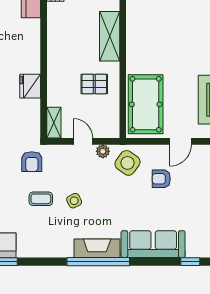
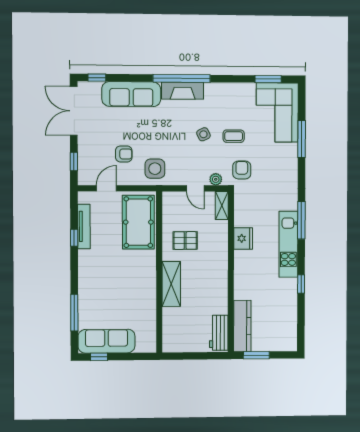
plant: (103, 151) -> (216, 179), moved
side table: (127, 163) -> (155, 169), turned -36

